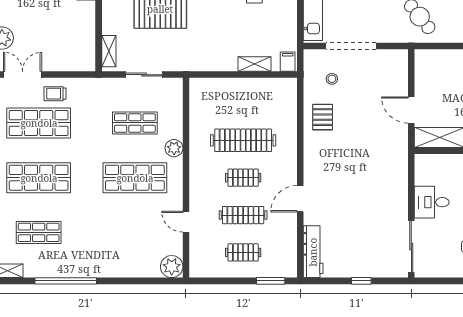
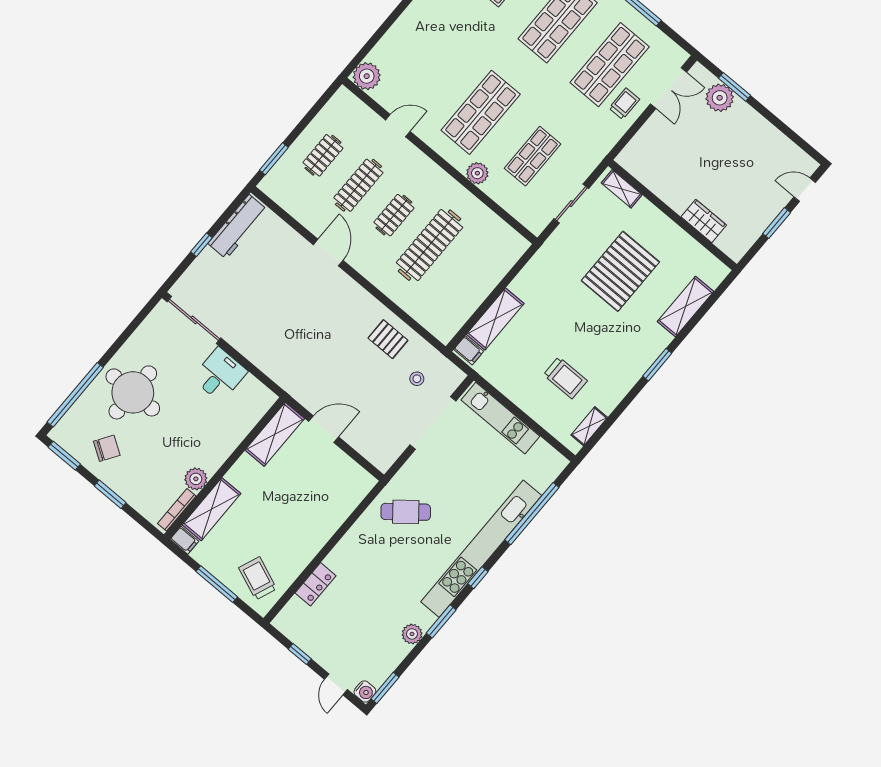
shelving: (255, 64) -> (495, 319), width x1.50, depth x1.33
workbench: (313, 252) -> (238, 227), moved, turned -90

